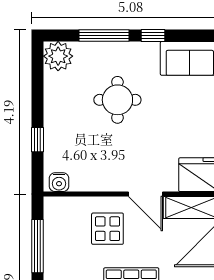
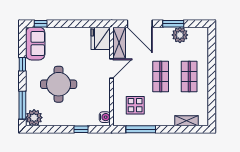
window: (104, 36) -> (22, 105), moved
round table: (117, 100) -> (59, 84), width x1.36, depth x1.36
display table: (107, 229) -> (135, 105), moved

